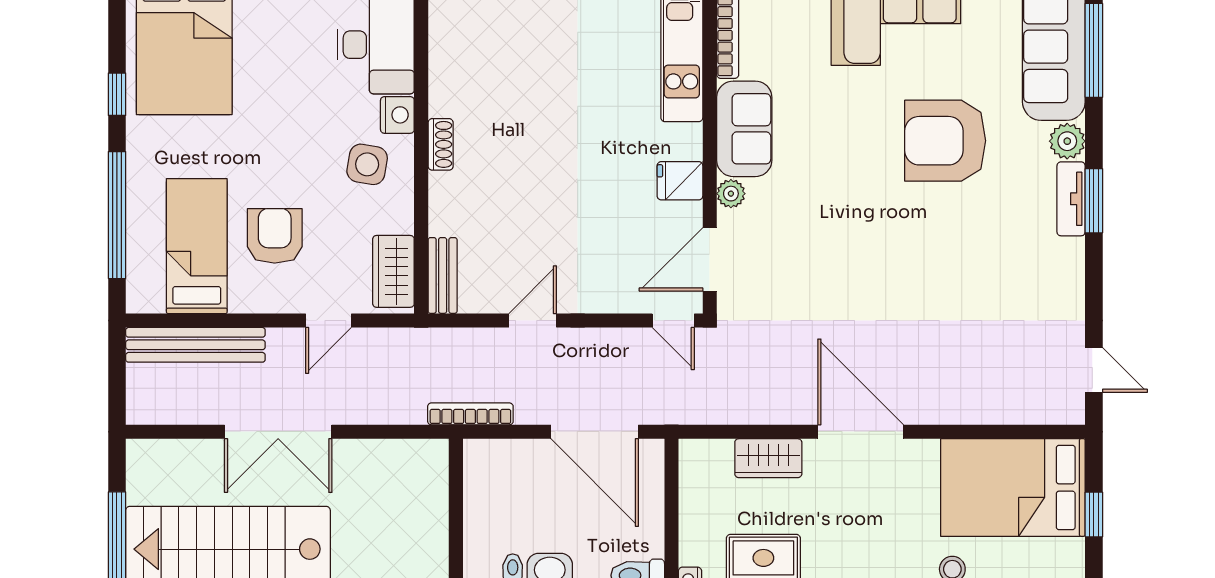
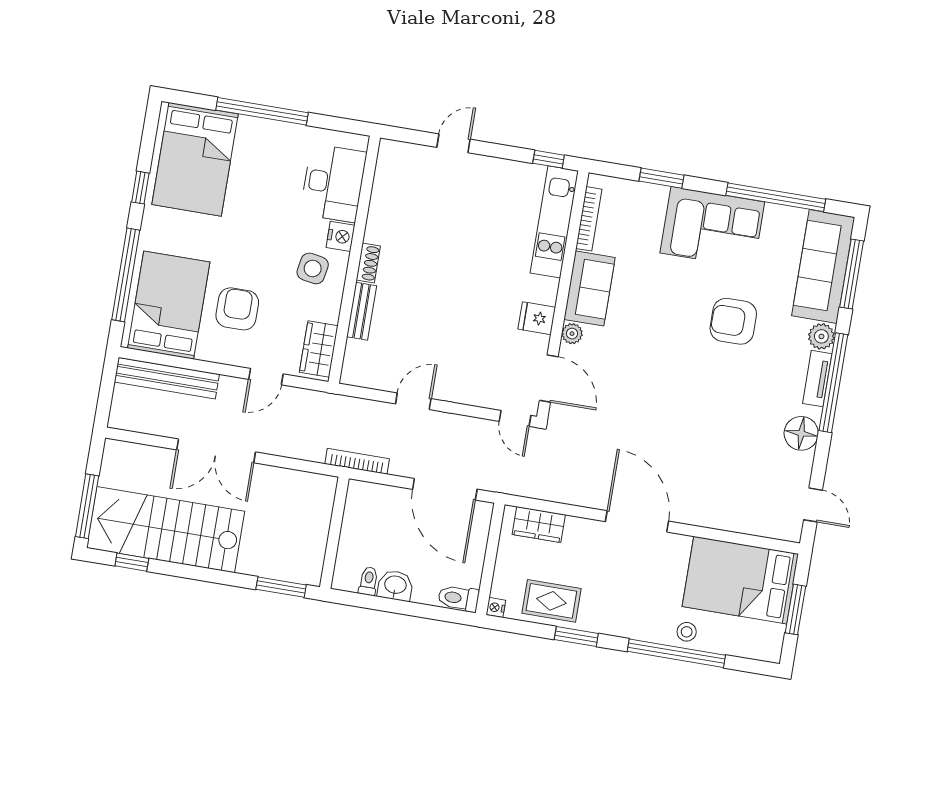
armchair: (945, 141) -> (733, 321), width x0.73, depth x0.73
window: (1094, 201) -> (833, 383), width x2.11
bed: (197, 246) -> (169, 305), width x1.50
door: (710, 259) -> (549, 379), swing flipped
bench: (443, 275) -> (362, 311), moved
floor lamp: (1062, 276) -> (801, 433), added
wardrobe: (768, 458) -> (539, 525), moved
window: (1094, 515) -> (796, 609), width x1.50

